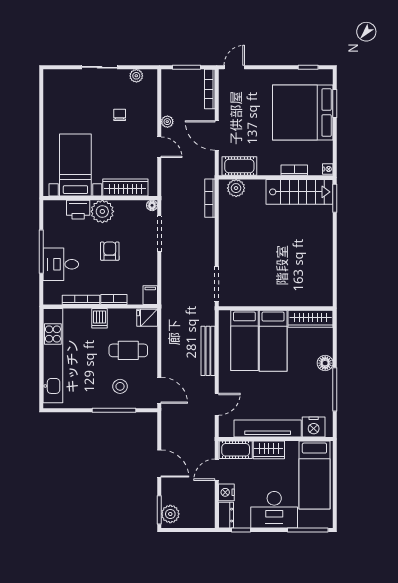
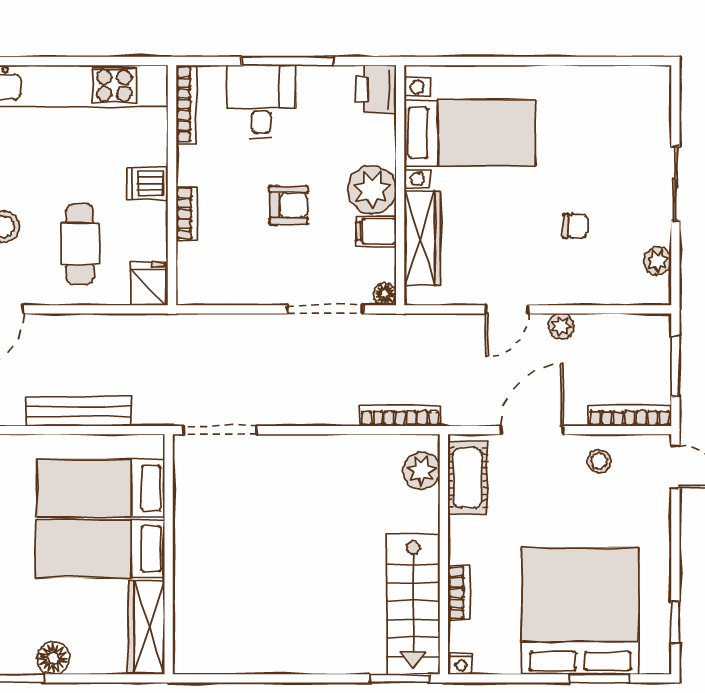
stool: (231, 104) -> (599, 461), added
printer: (78, 210) -> (376, 89), moved
filing cabinet: (150, 295) -> (376, 231), moved, turned 180
bookcase: (81, 300) -> (186, 104), moved

